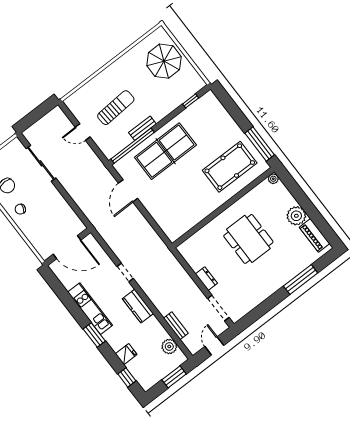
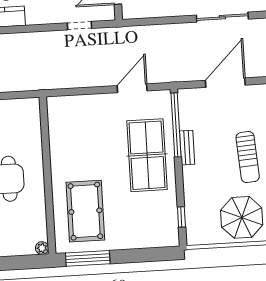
sun lounger: (116, 108) -> (248, 157), moved
door: (83, 132) -> (225, 83), width x1.87
door: (128, 191) -> (132, 88), hinge flipped
doorway: (125, 273) -> (80, 26), moved

